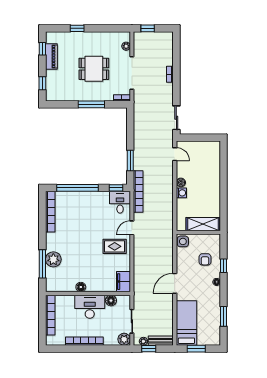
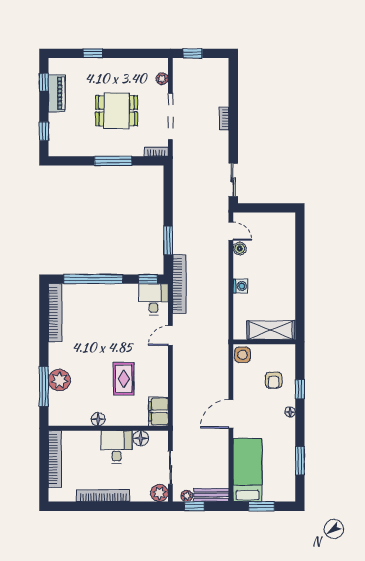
boiler: (181, 182) -> (240, 249), moved
rug: (115, 246) -> (124, 379), moved, turned 90
desk: (90, 307) -> (116, 447), width x0.73

